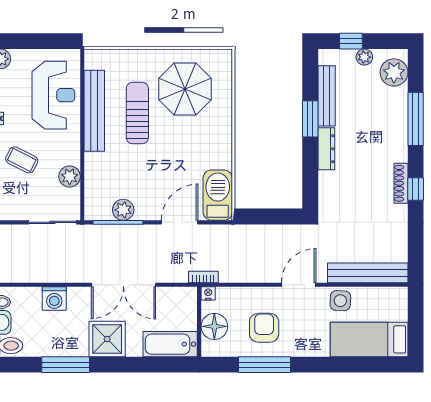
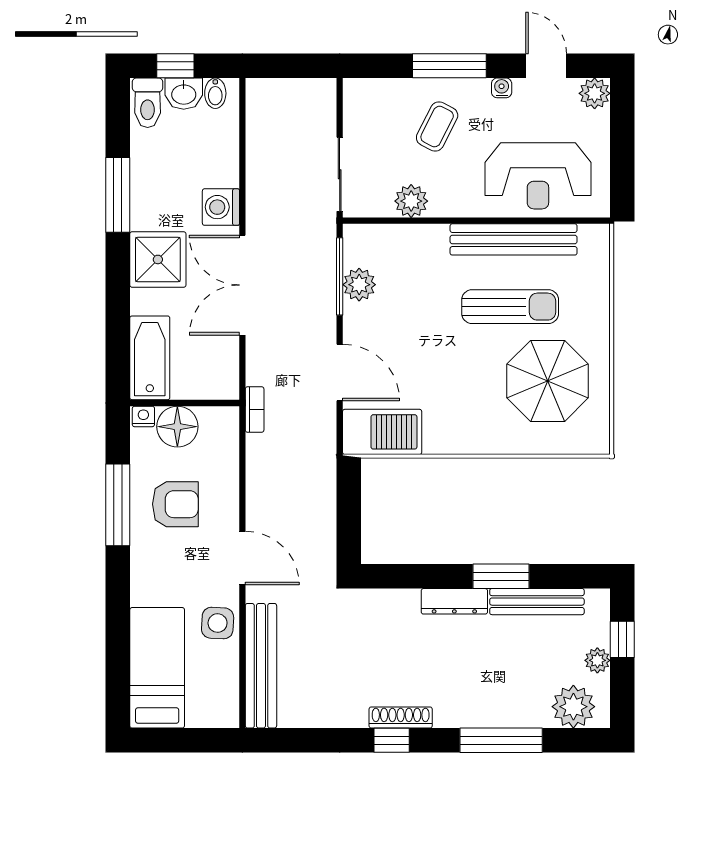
nightstand: (208, 293) -> (143, 416), moved, turned -90
washing machine: (54, 299) -> (221, 207), moved

